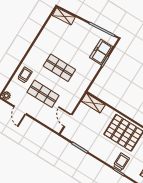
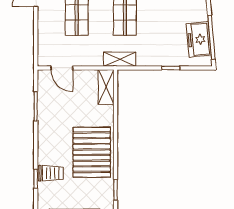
freezer: (101, 52) -> (199, 39), moved, turned -95
shelving: (83, 86) -> (120, 59), added
door: (68, 121) -> (62, 68), swing flipped

